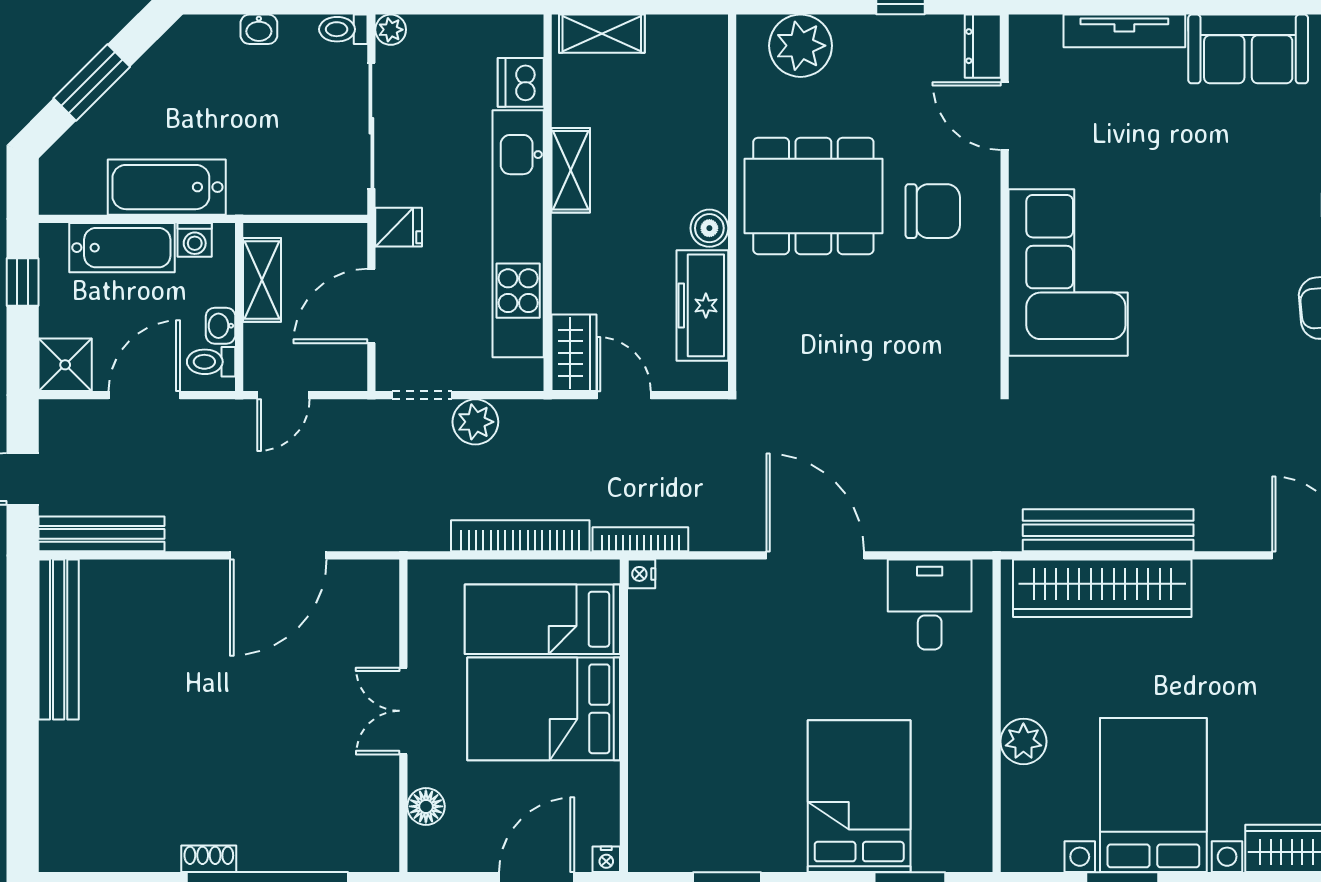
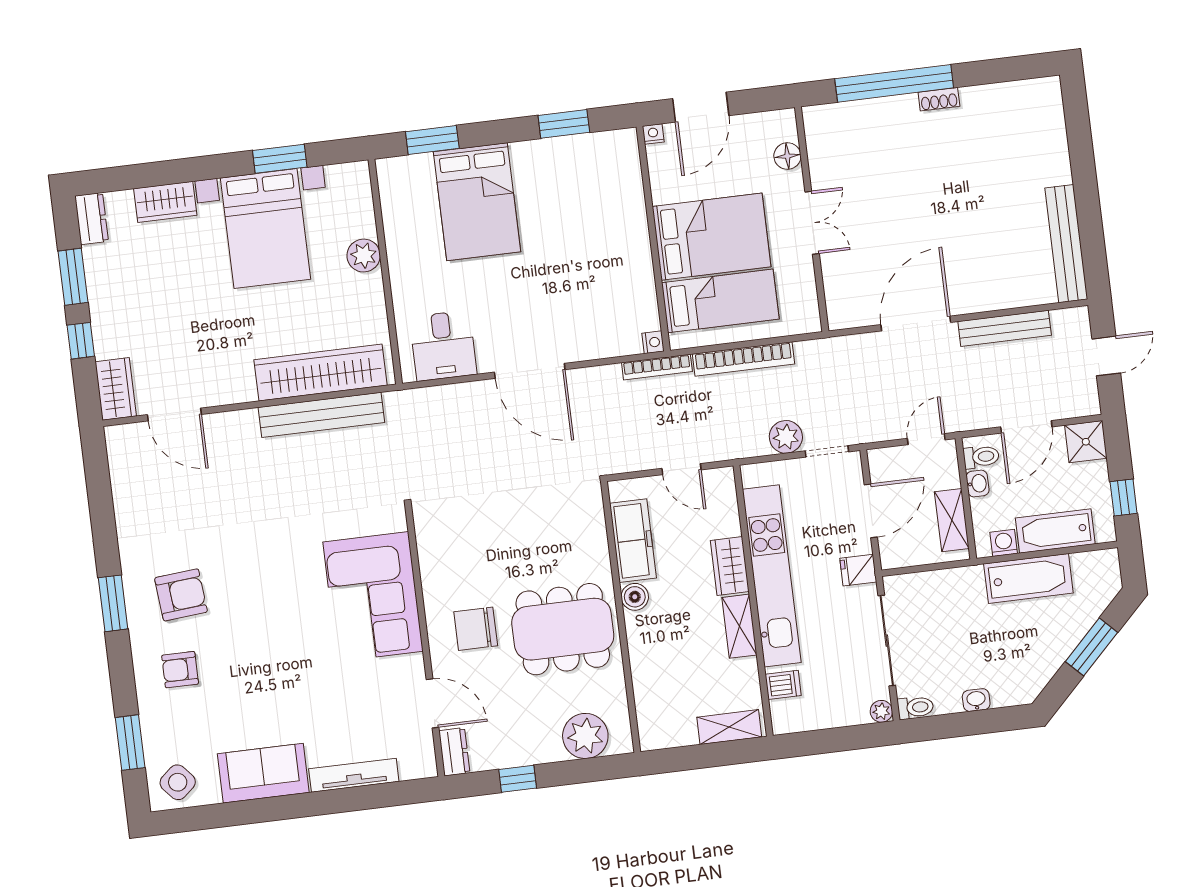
dishwasher: (521, 82) -> (783, 685), width x0.73
wardrobe: (574, 353) -> (730, 566), moved
bench: (102, 534) -> (1005, 328), moved

